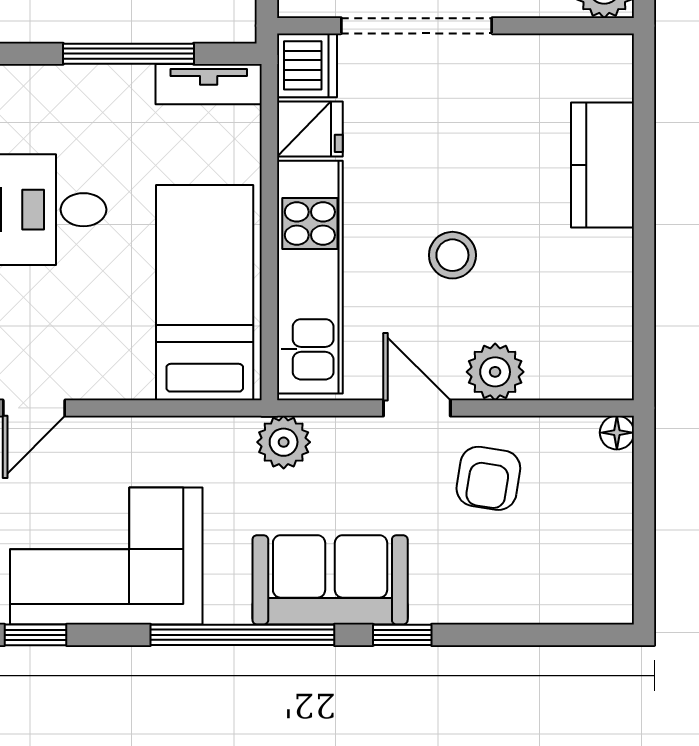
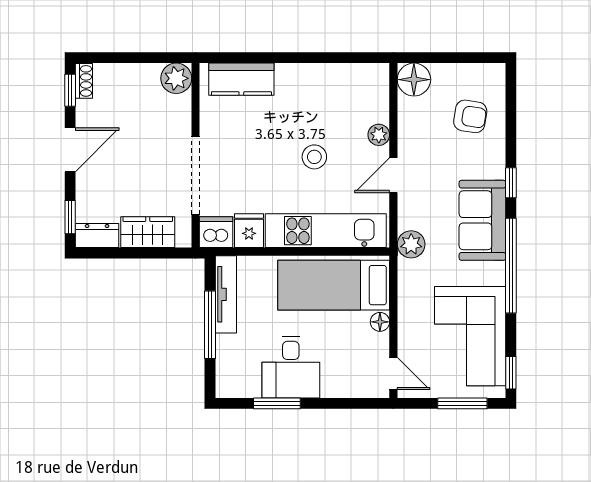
tv unit: (209, 84) -> (226, 294), width x1.41
kitchen counter: (603, 165) -> (241, 79), moved
plant: (495, 372) -> (379, 135), width x0.73, depth x0.73
floor lamp: (134, 382) -> (380, 322), added
floor lamp: (617, 433) -> (414, 80), width x1.89, depth x1.89
armchair: (488, 478) -> (470, 116), moved

